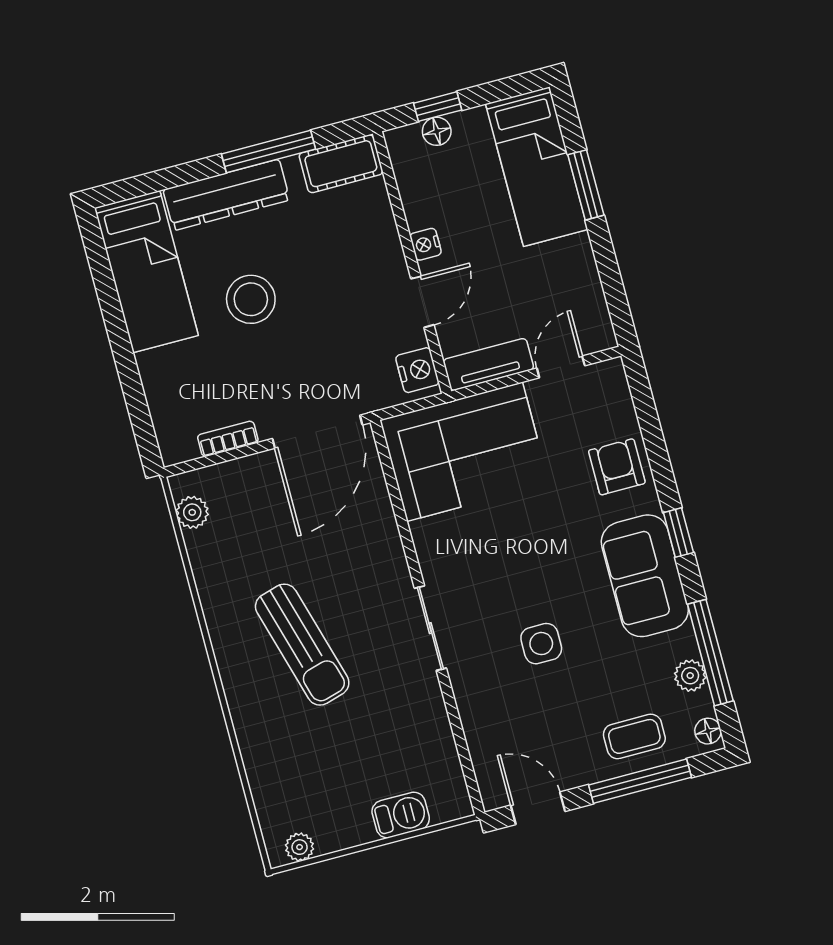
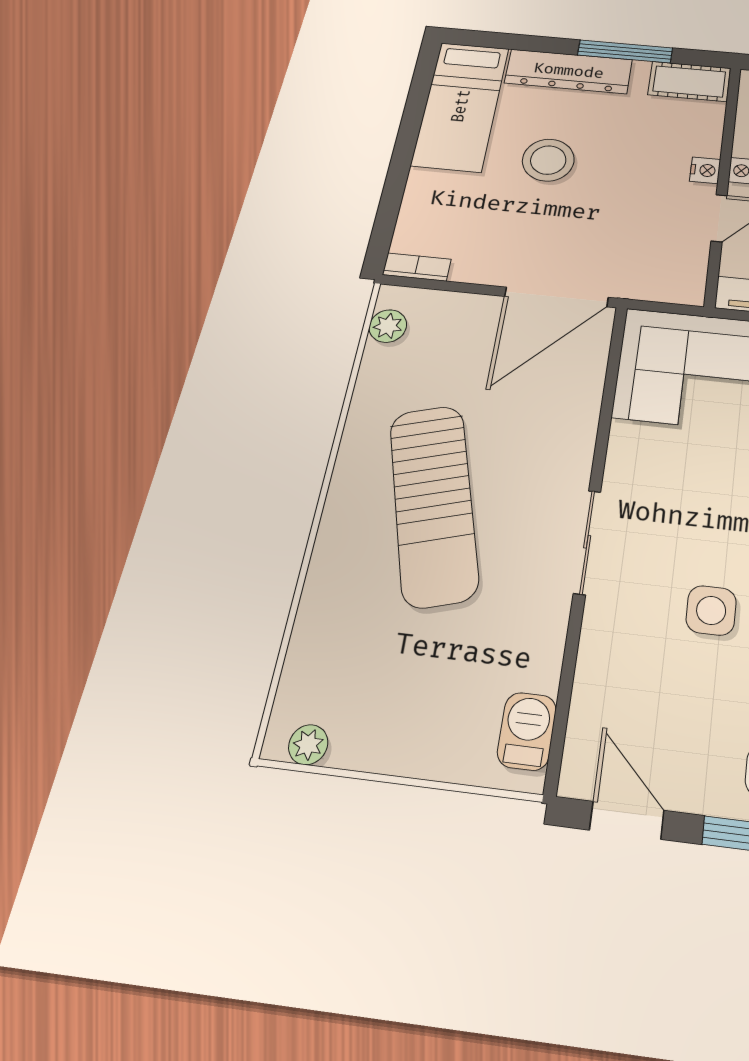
nightstand: (417, 370) -> (705, 170), moved, width x0.72, depth x0.74
bookcase: (228, 439) -> (417, 267), moved
sun lounger: (302, 645) -> (433, 504), width x1.36, depth x1.34
barbecue: (401, 815) -> (527, 731), moved, turned -90

